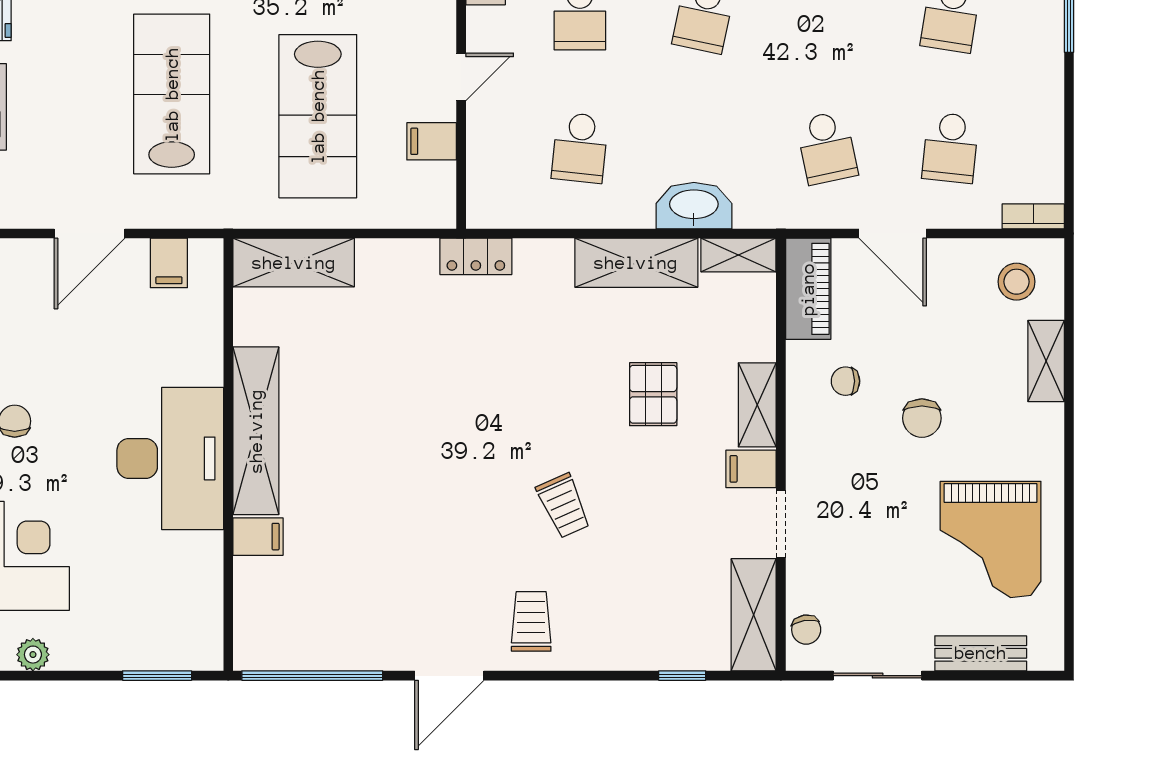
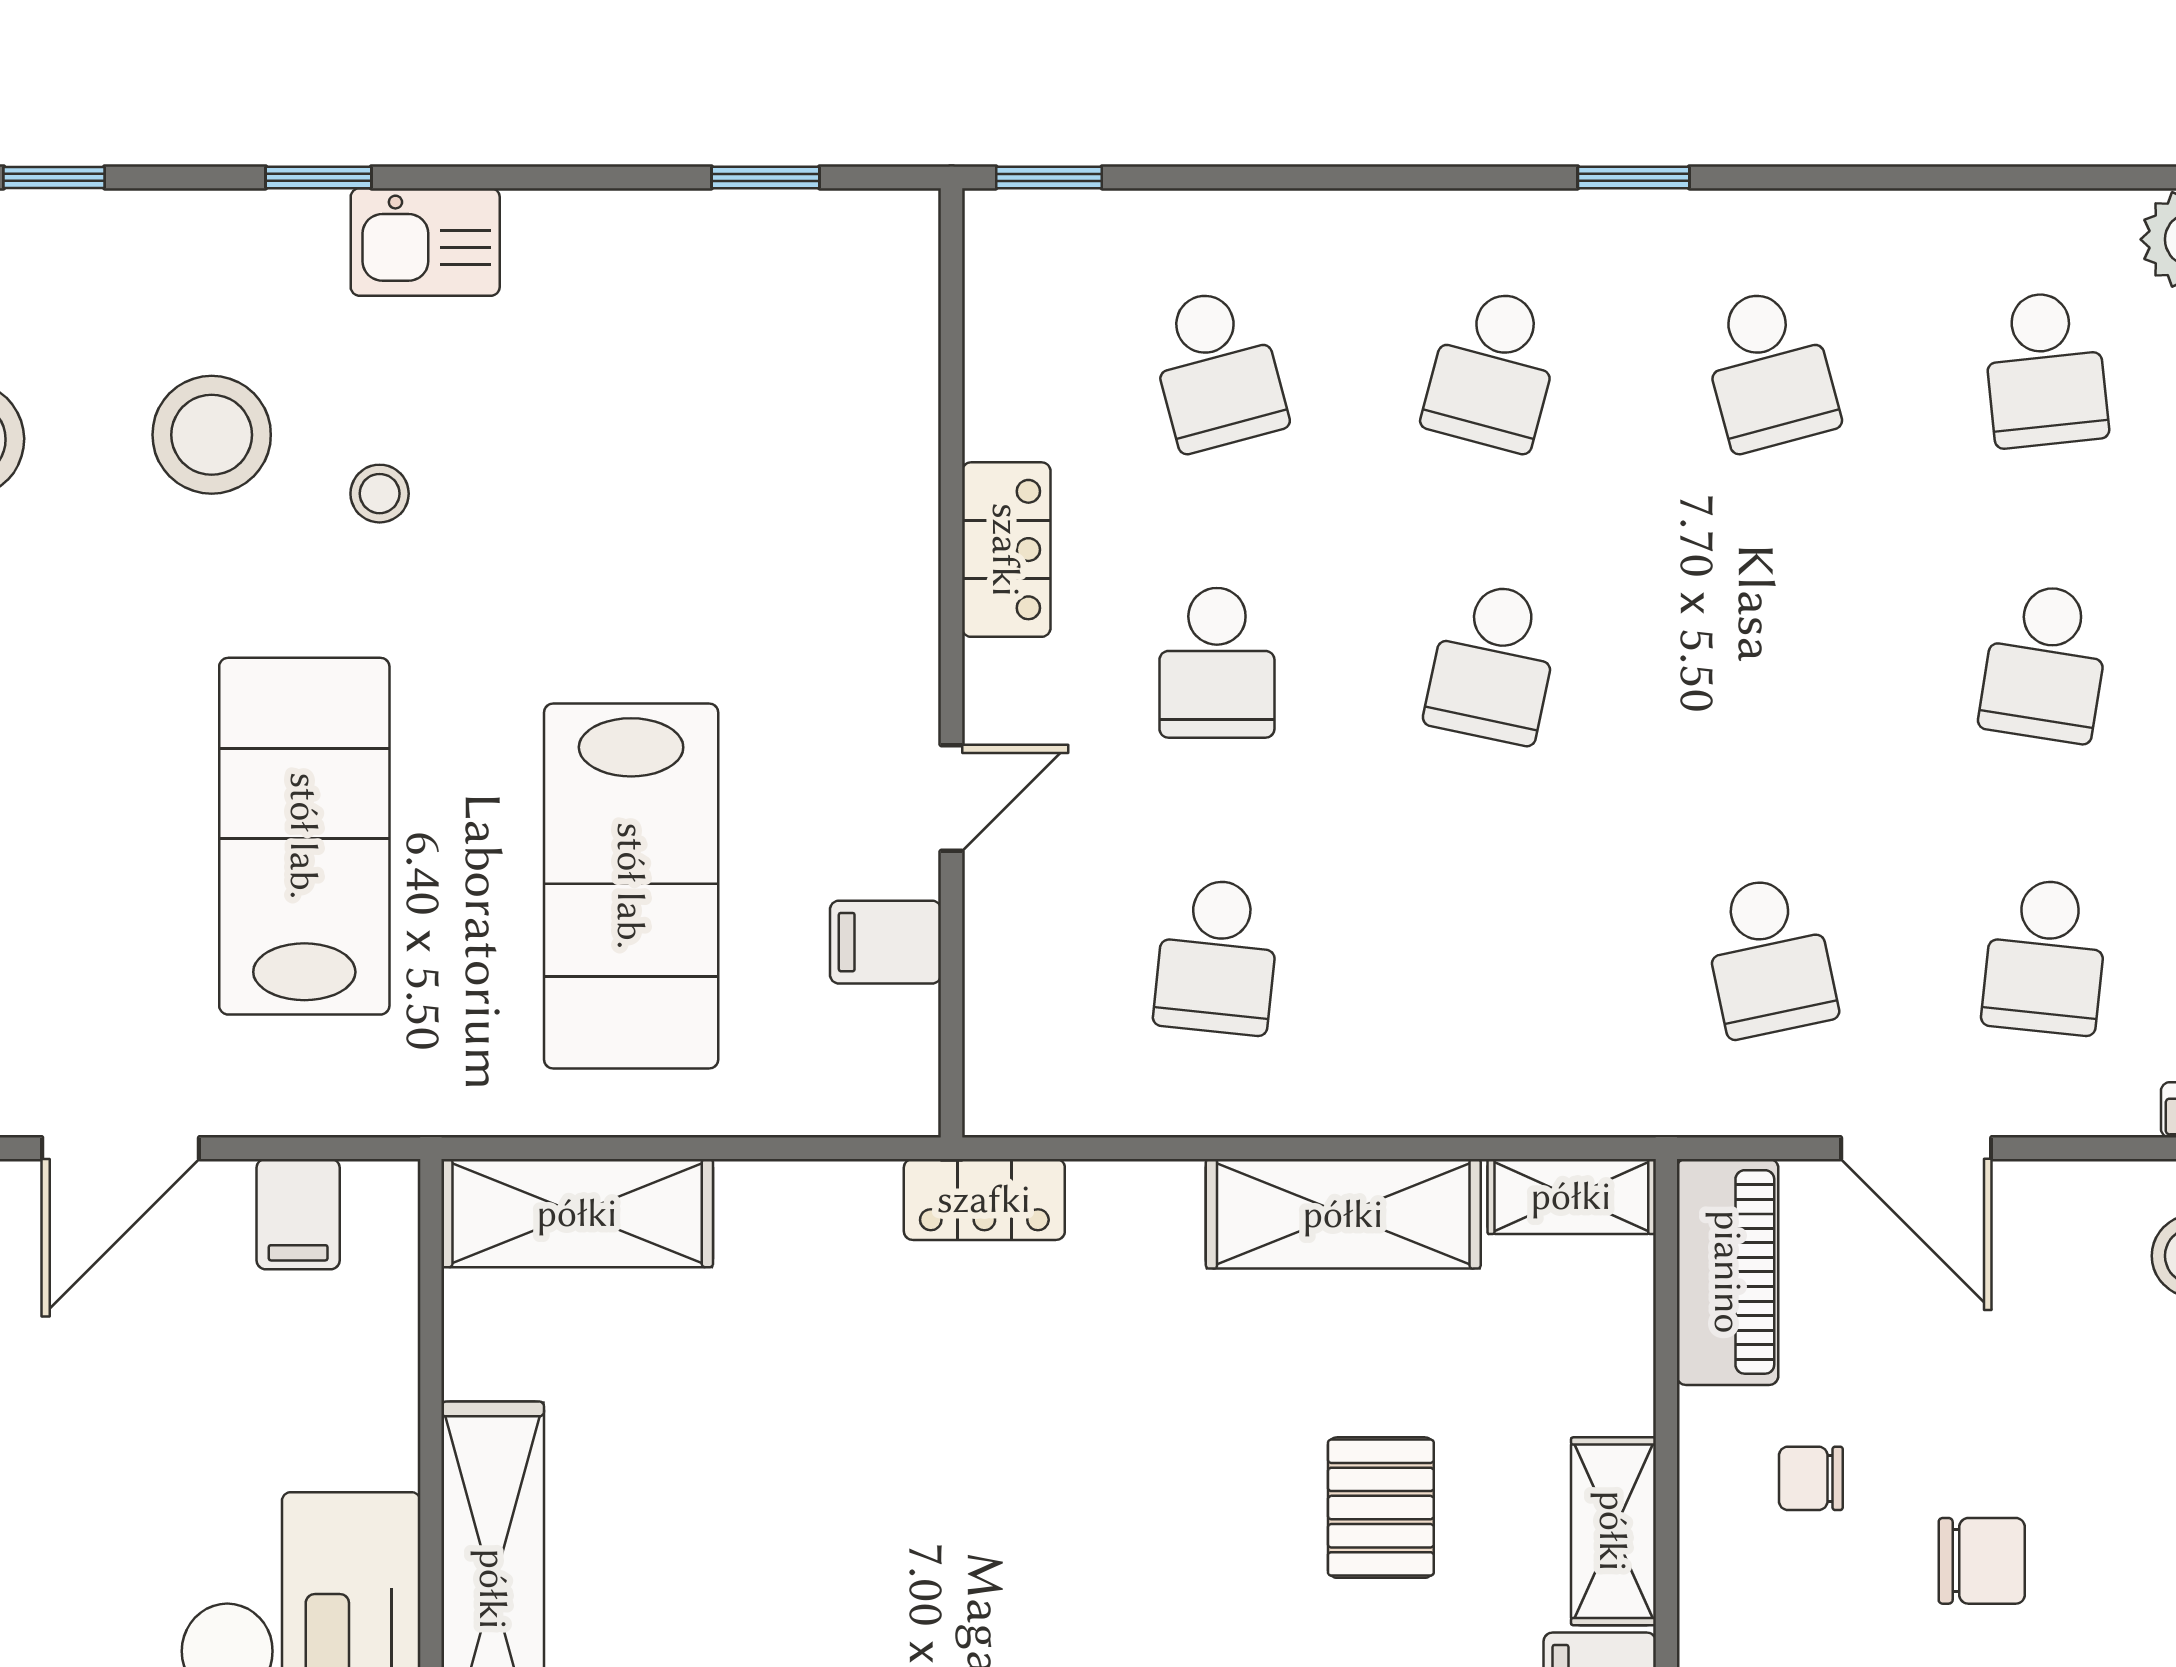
washbasin: (694, 206) -> (1472, 1086), removed
chair: (922, 418) -> (1982, 1561), turned -90

